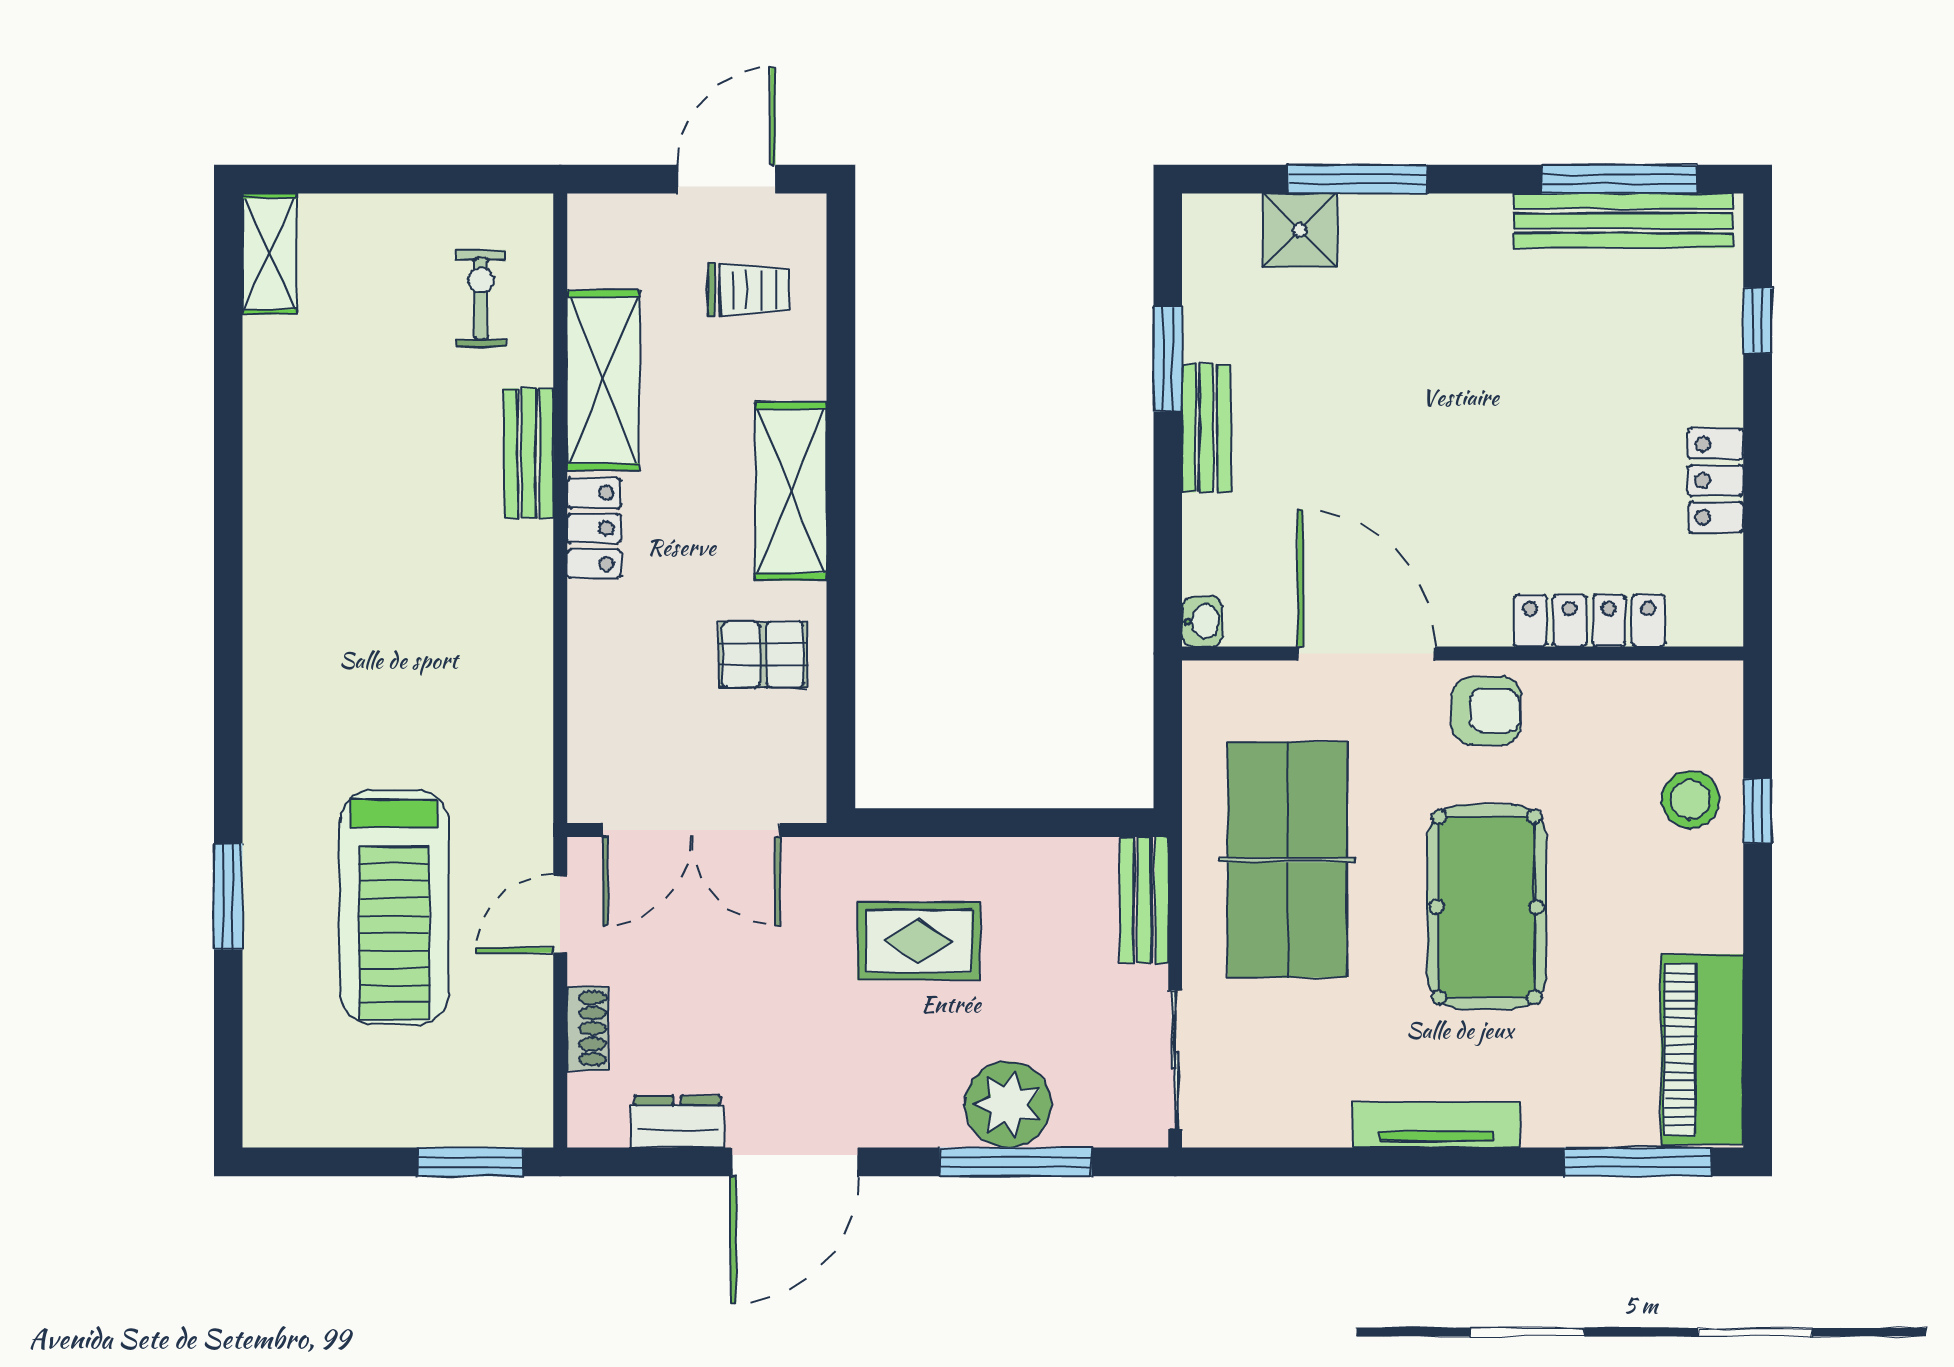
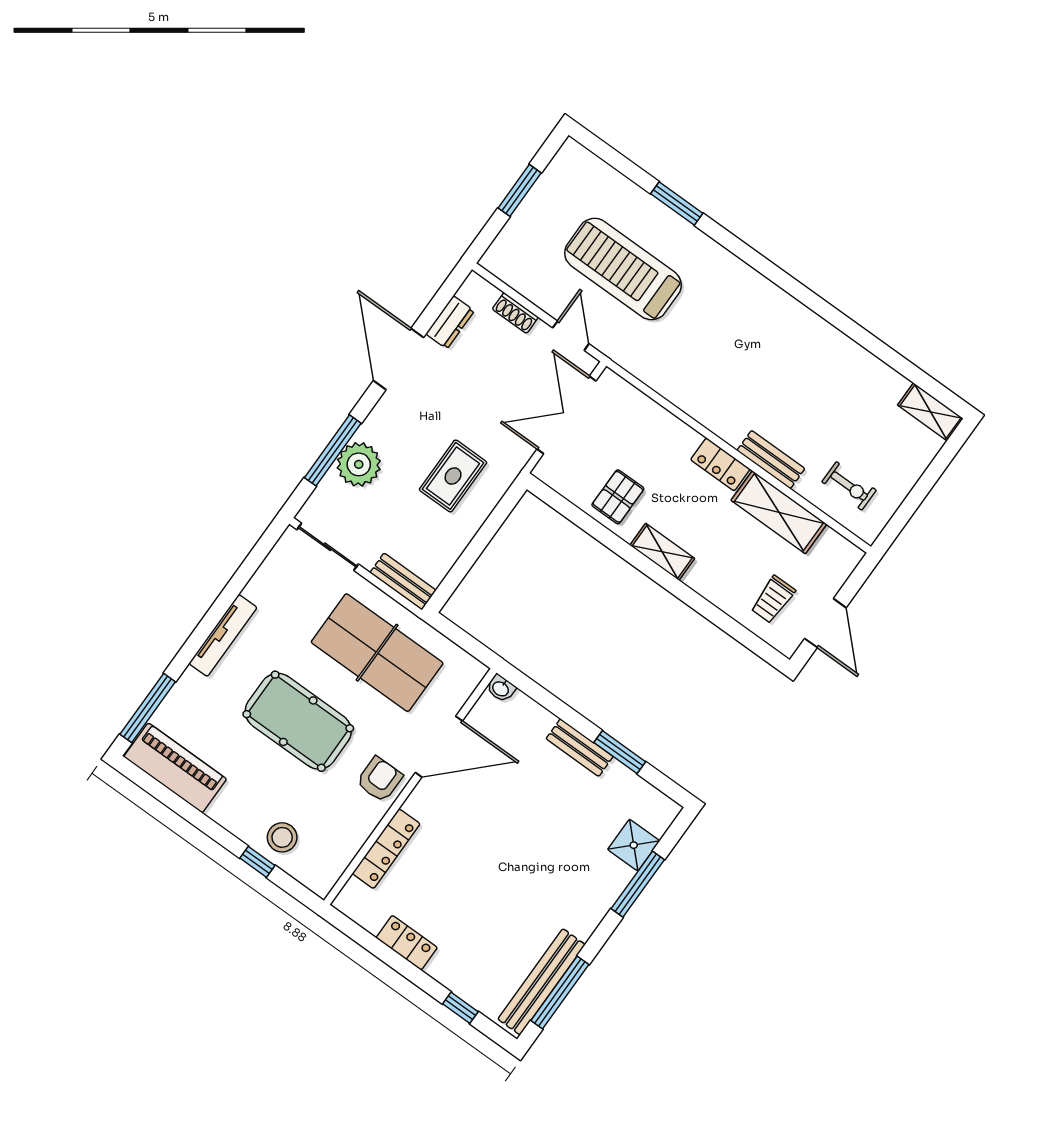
shelving: (791, 491) -> (662, 552), width x0.67, depth x0.75
armchair: (1486, 711) -> (379, 779), turned 180
window: (470, 1162) -> (520, 190), moved

